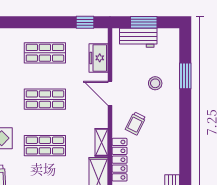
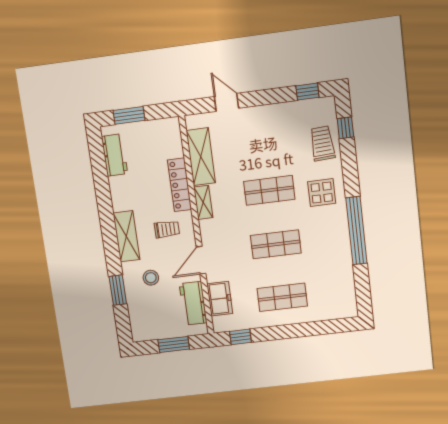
workbench: (138, 38) -> (193, 303), moved, turned -90
door: (110, 93) -> (201, 260), swing flipped
shelving: (171, 122) -> (126, 236), added
trolley: (135, 123) -> (167, 229), turned 63

